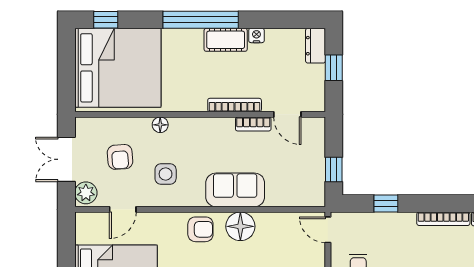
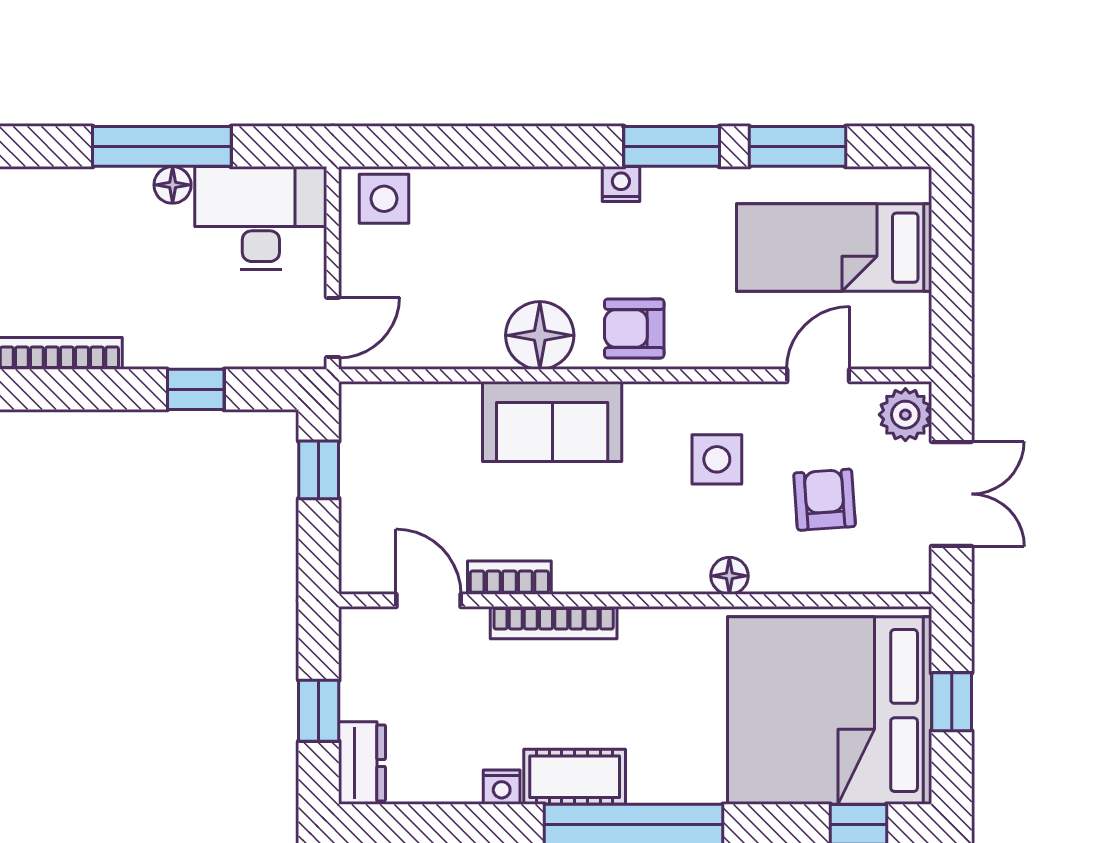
window: (66, 71) -> (952, 702), added
door: (328, 230) -> (333, 327), hinge flipped

